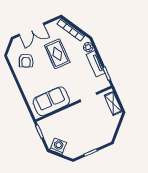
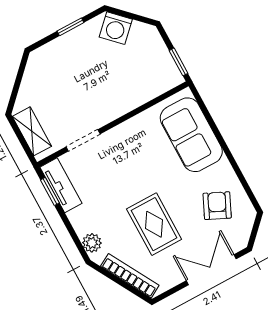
tv unit: (95, 64) -> (61, 185), moved
sofa: (51, 101) -> (191, 135), moved, turned 90
washing machine: (58, 146) -> (116, 28), moved

